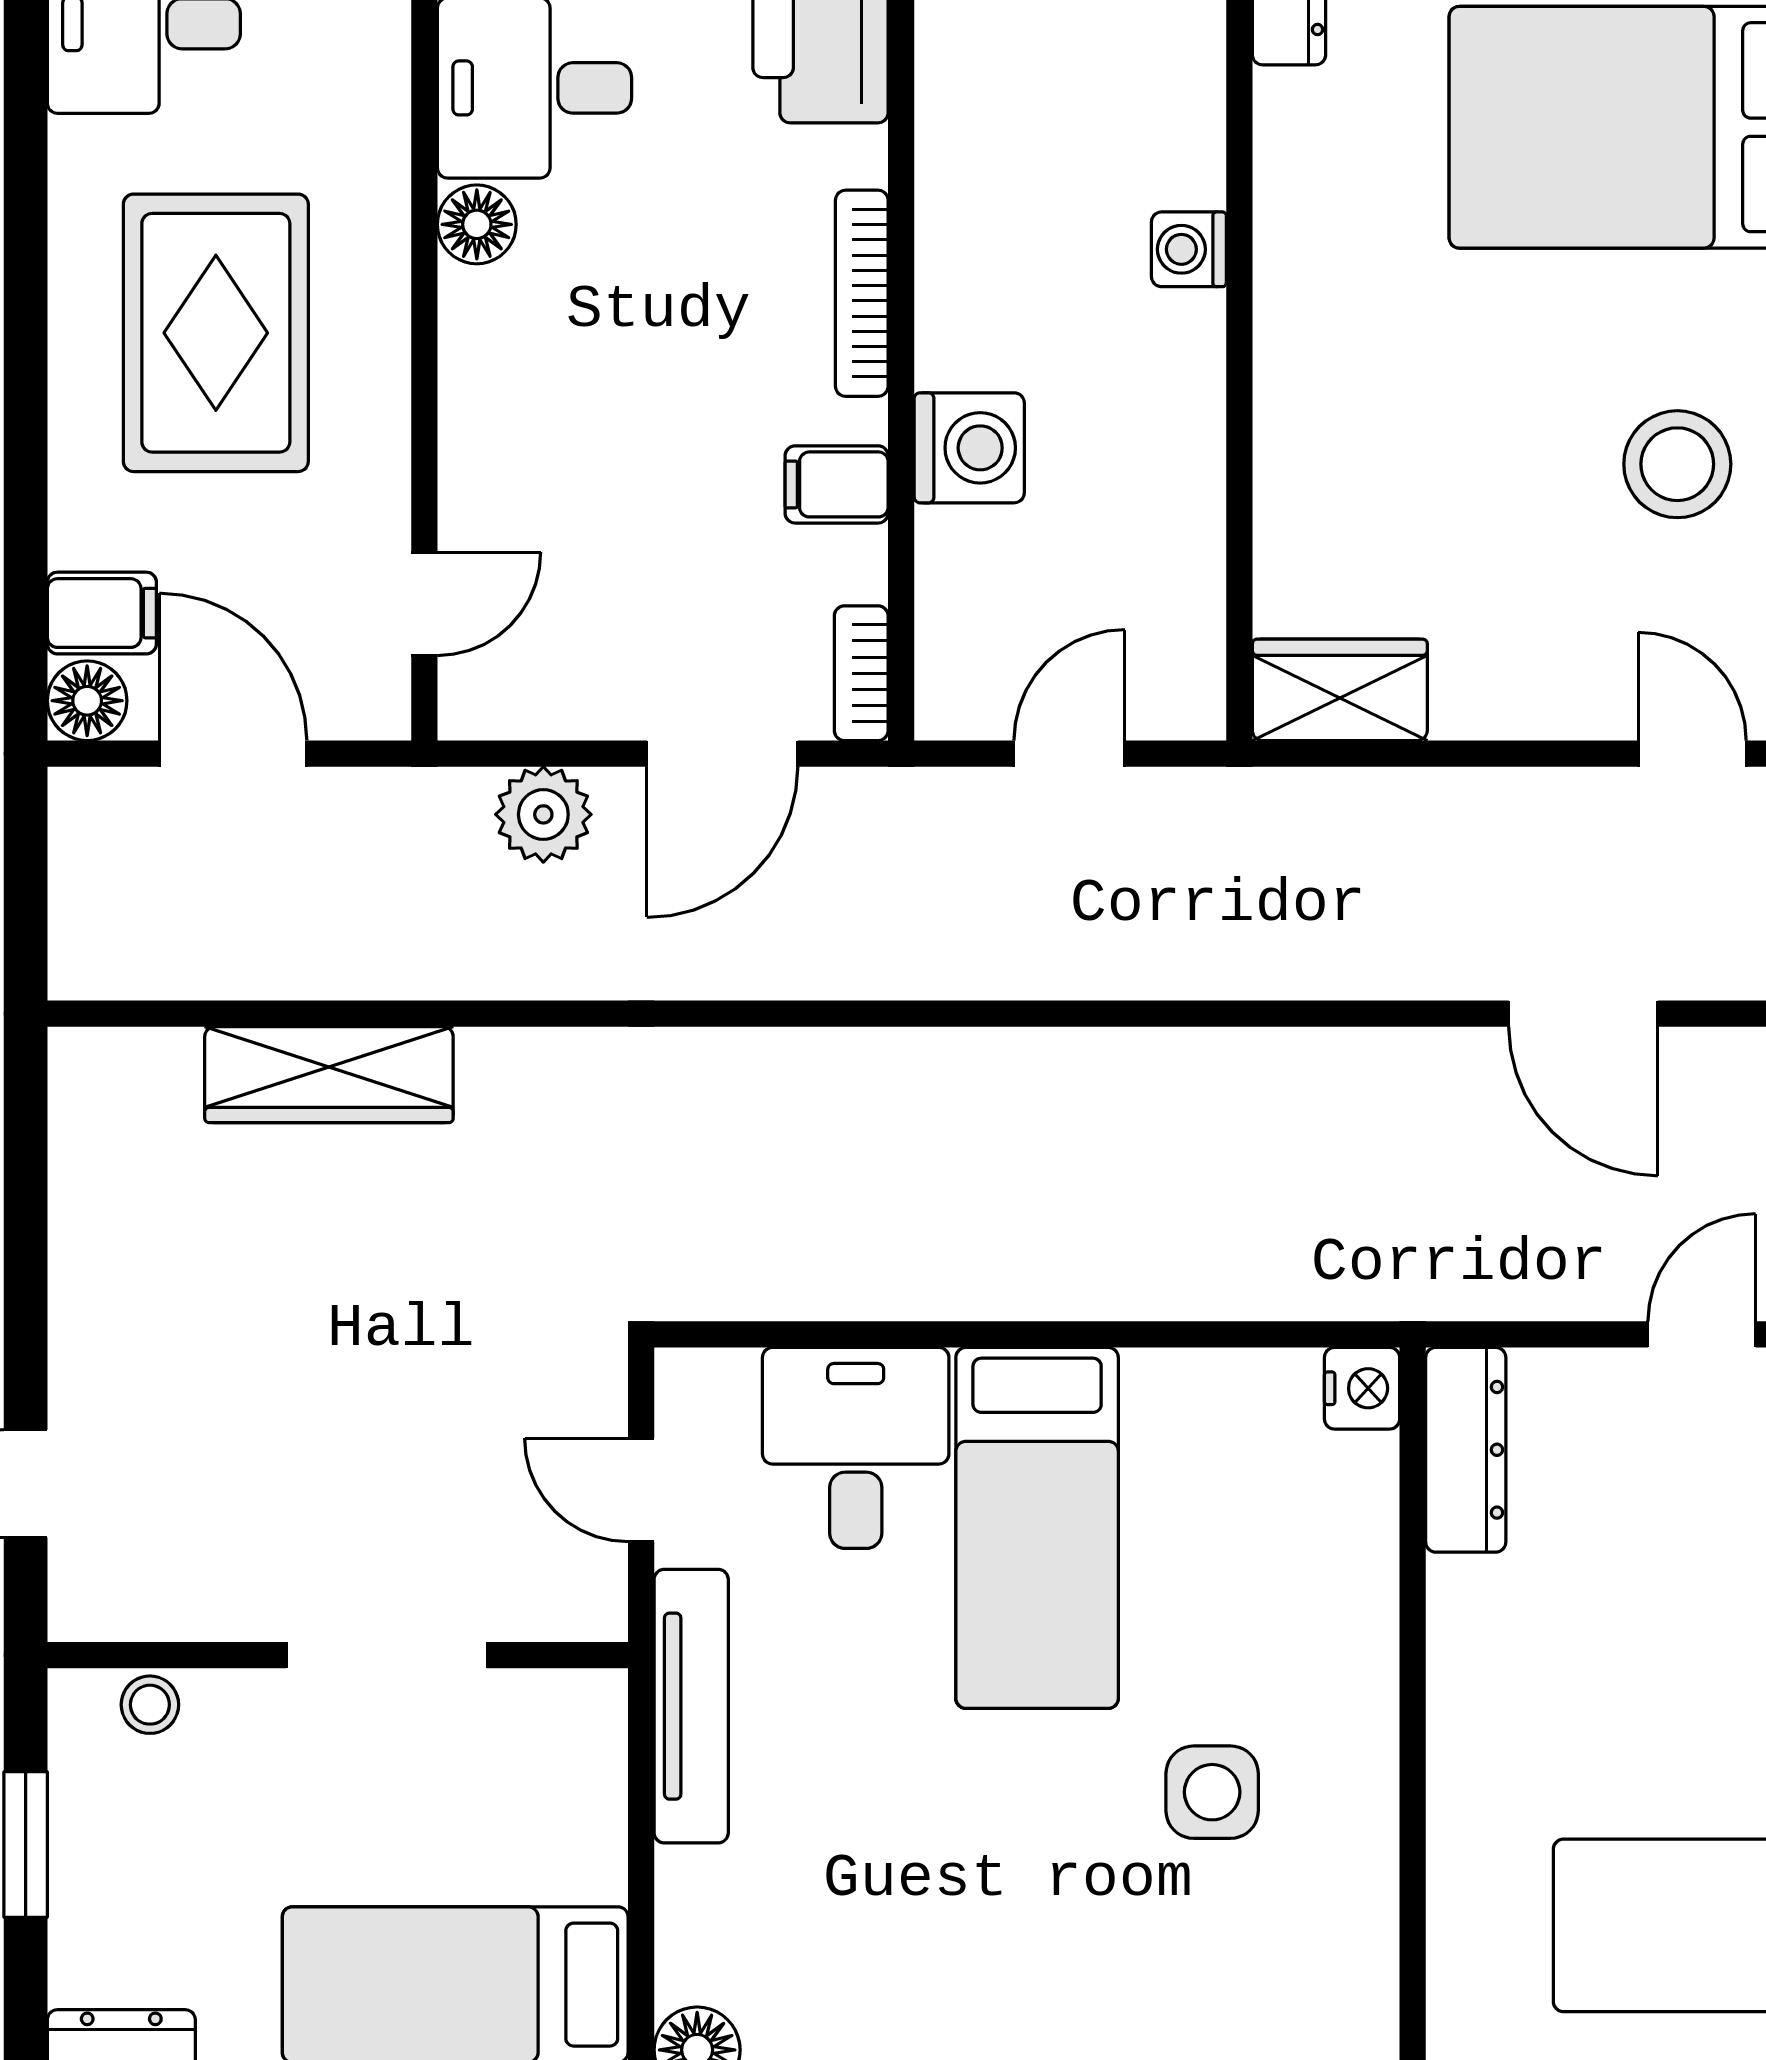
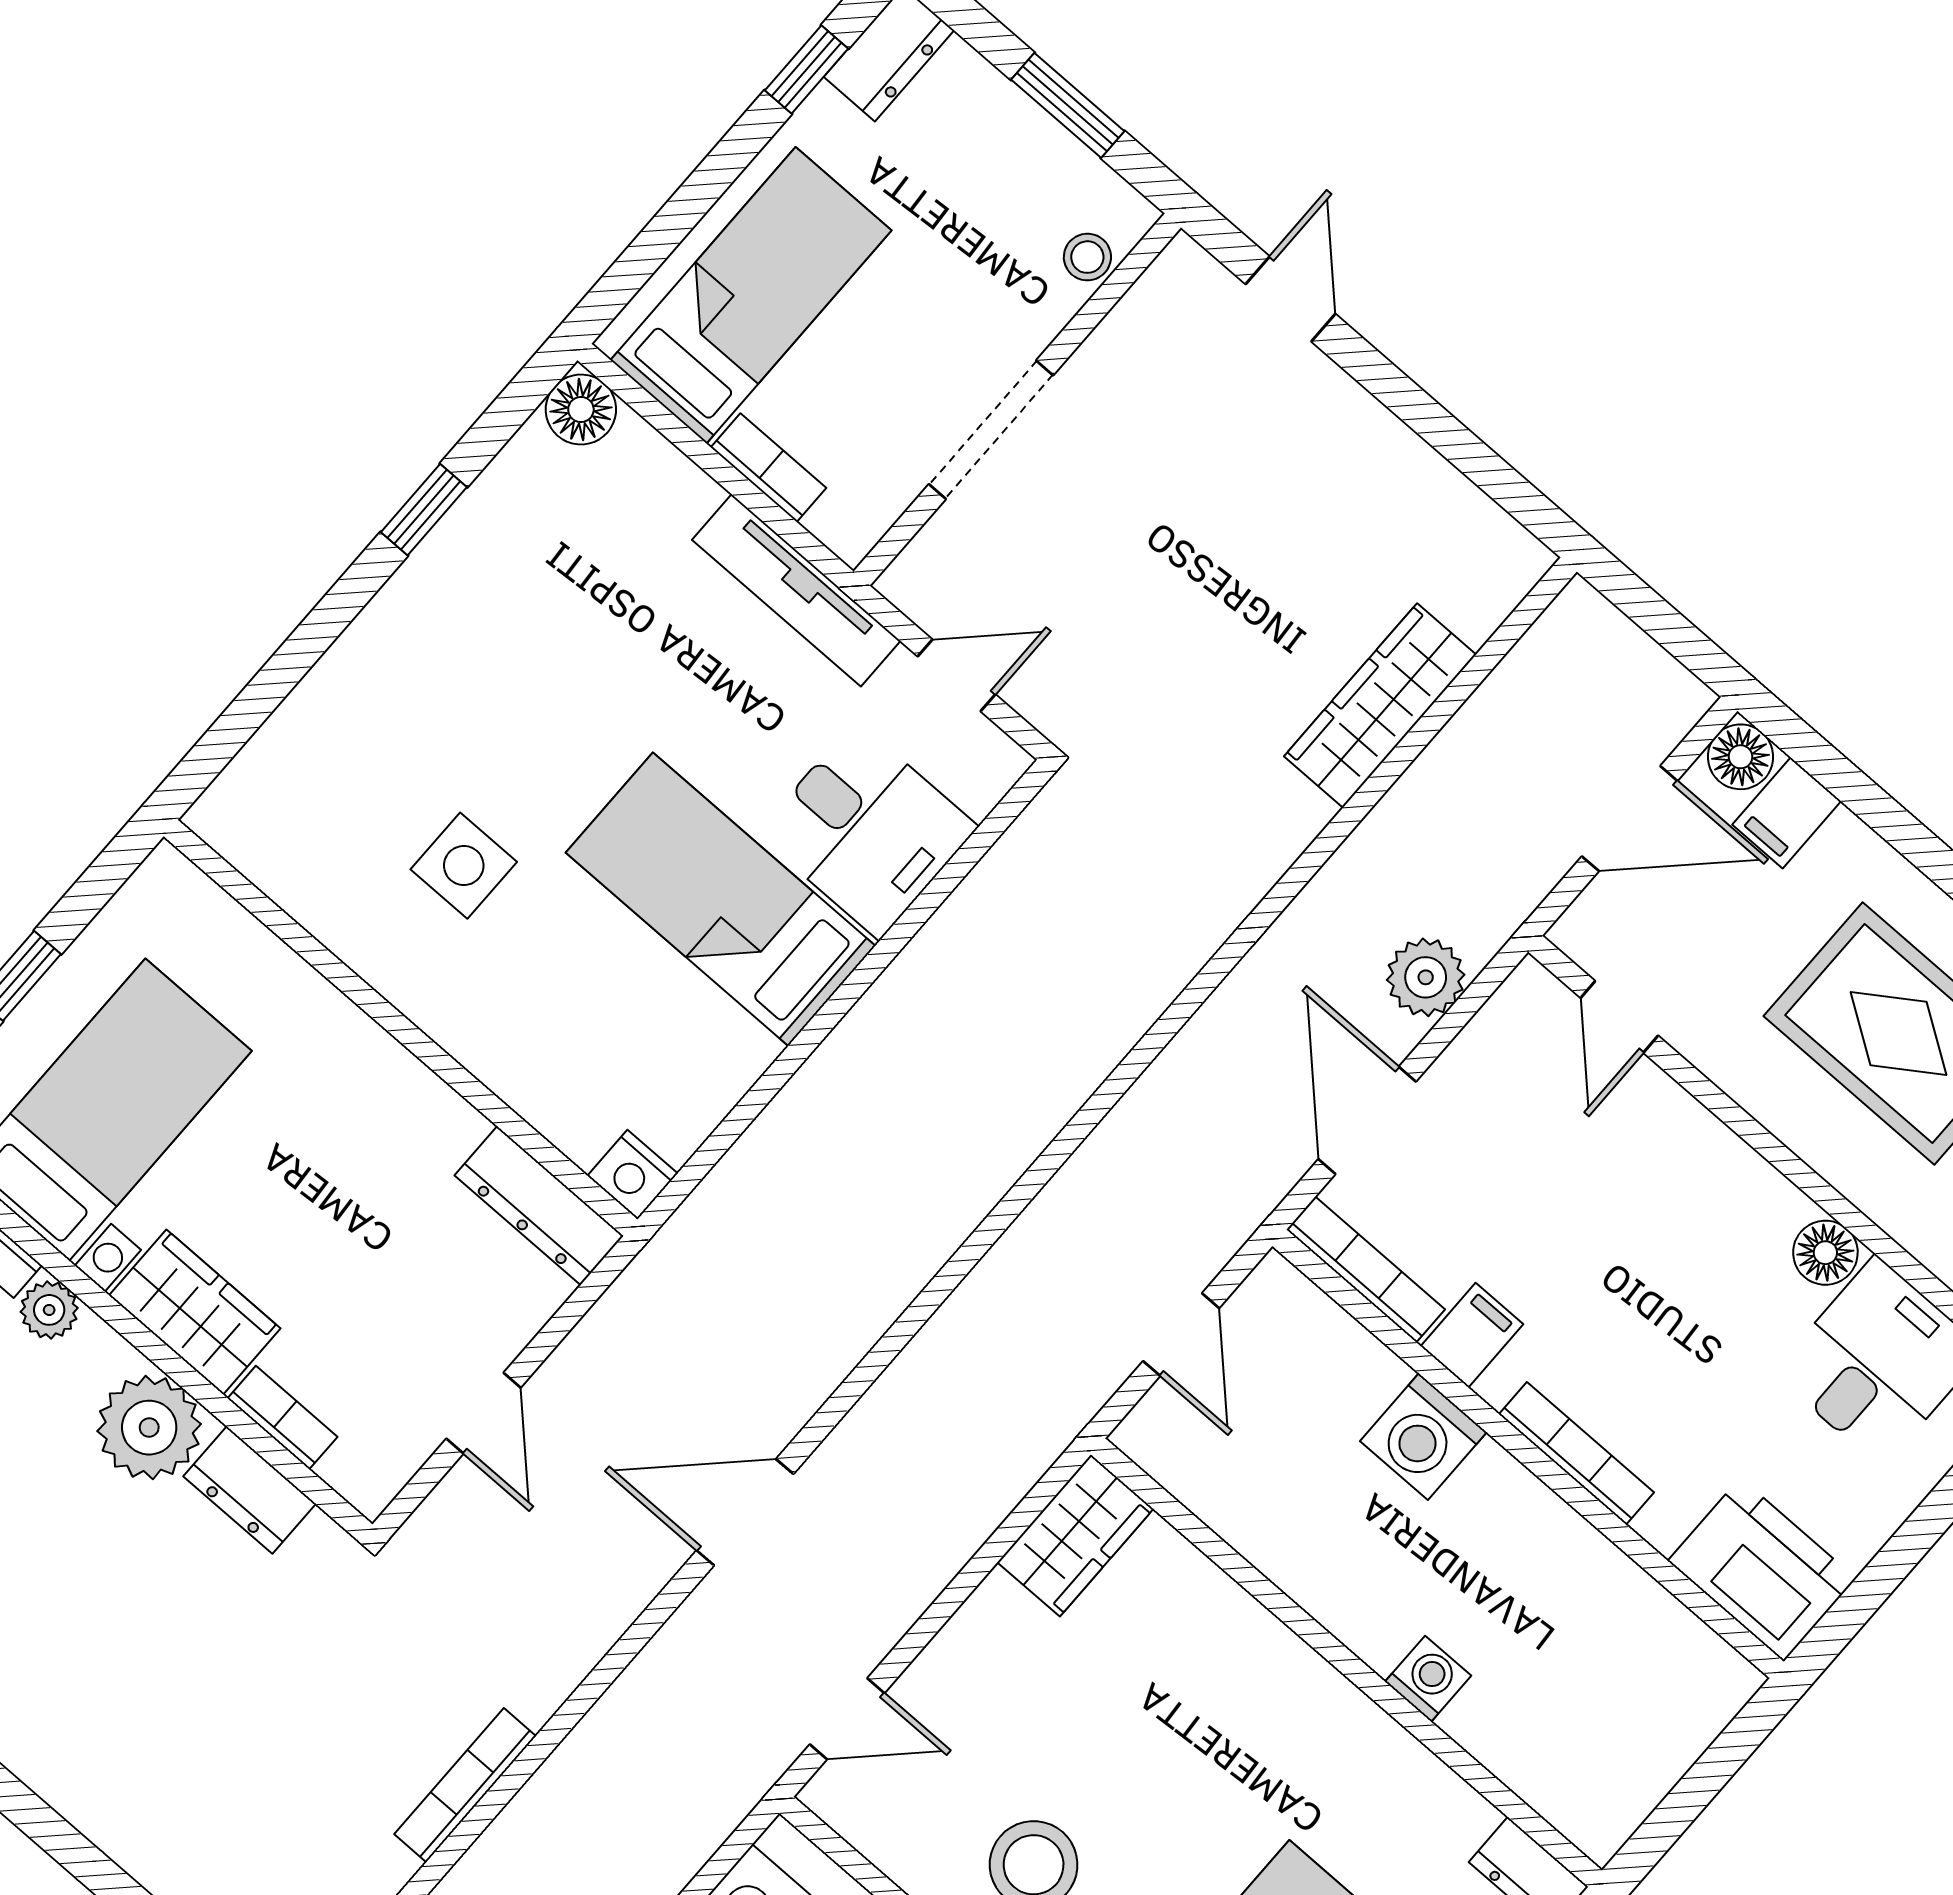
bookcase: (861, 673) -> (1366, 1269), width x1.56
bookcase: (600, 1830) -> (768, 468), added

